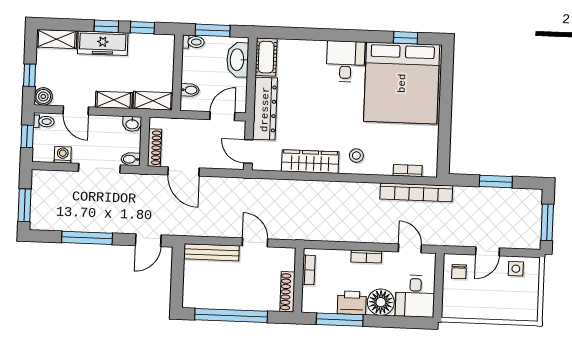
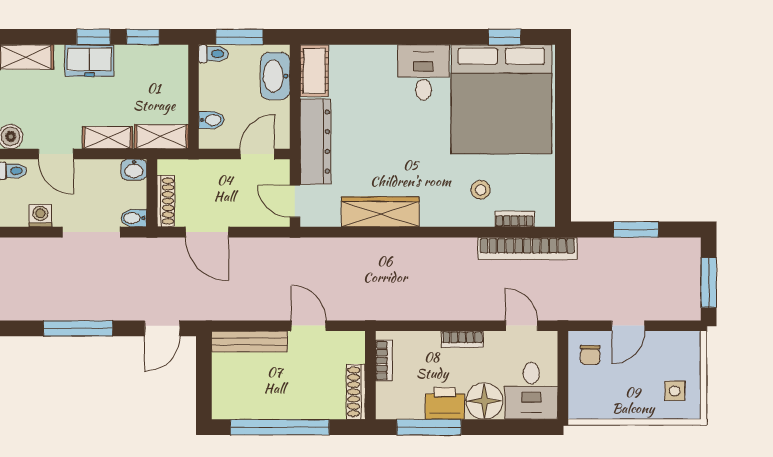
freezer: (103, 43) -> (89, 61), width x0.71
stool: (356, 156) -> (481, 190), moved
side table: (516, 269) -> (675, 391), moved

